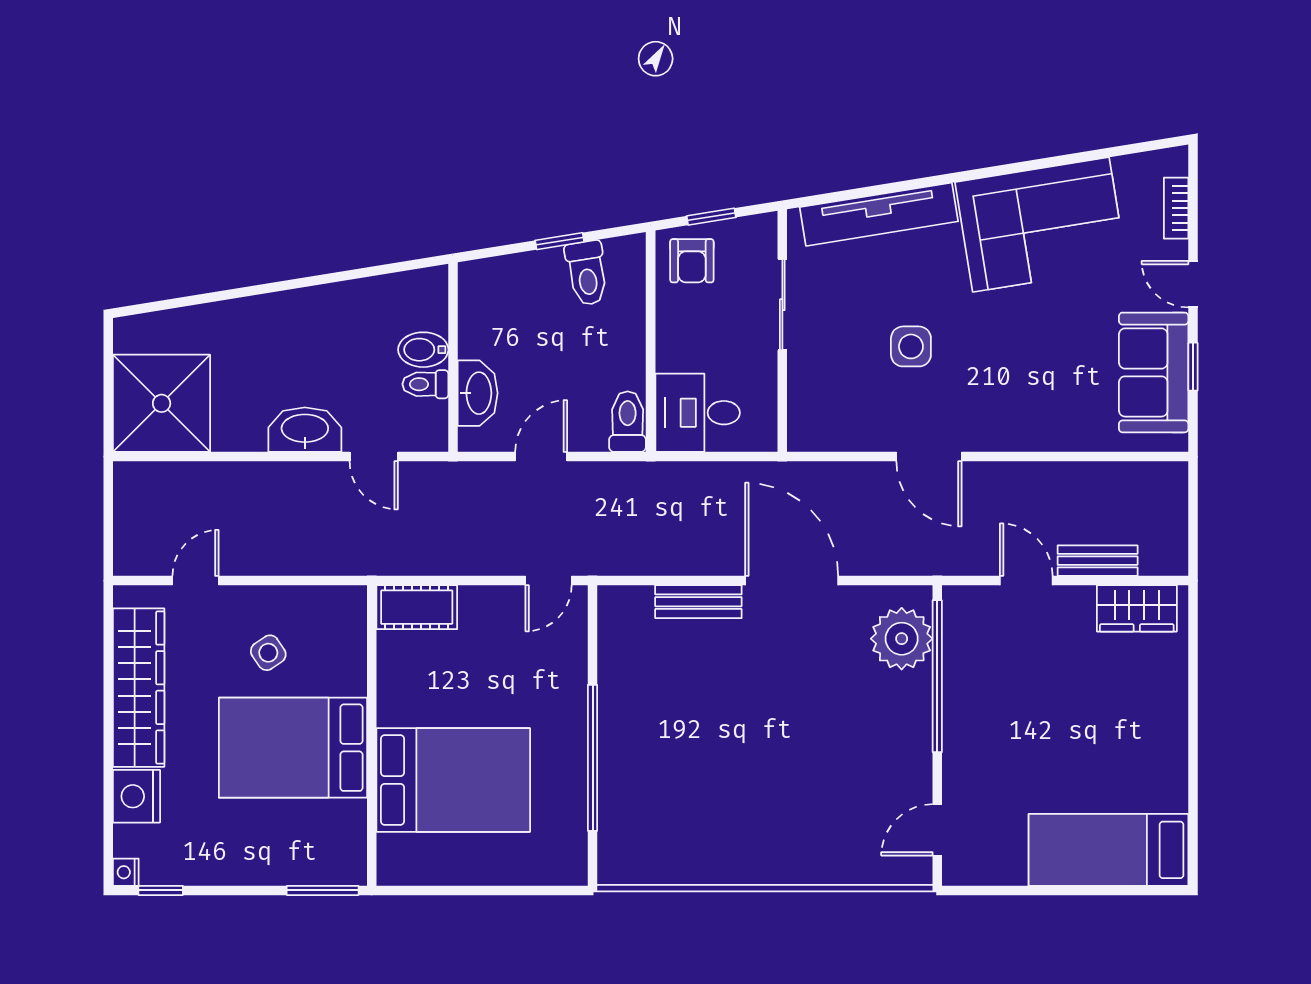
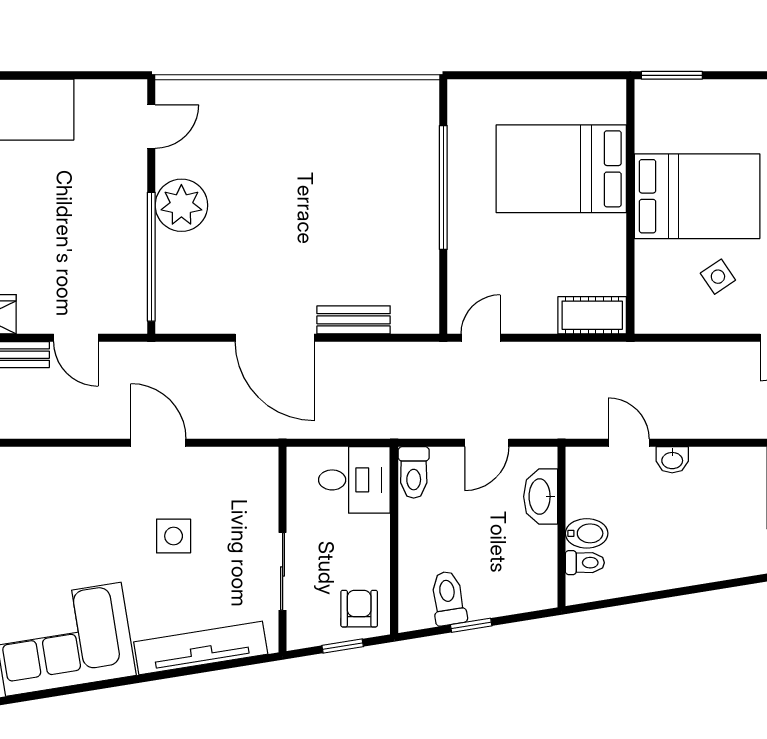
toilet: (425, 384) -> (585, 563), moved
washbasin: (305, 430) -> (672, 460), width x0.52, depth x0.69
plant: (902, 639) -> (181, 205), moved

